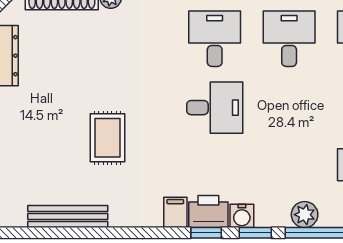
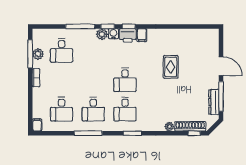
desk: (215, 108) -> (125, 80), turned -90
plant: (305, 215) -> (102, 34), moved
bench: (68, 217) -> (188, 33), removed

